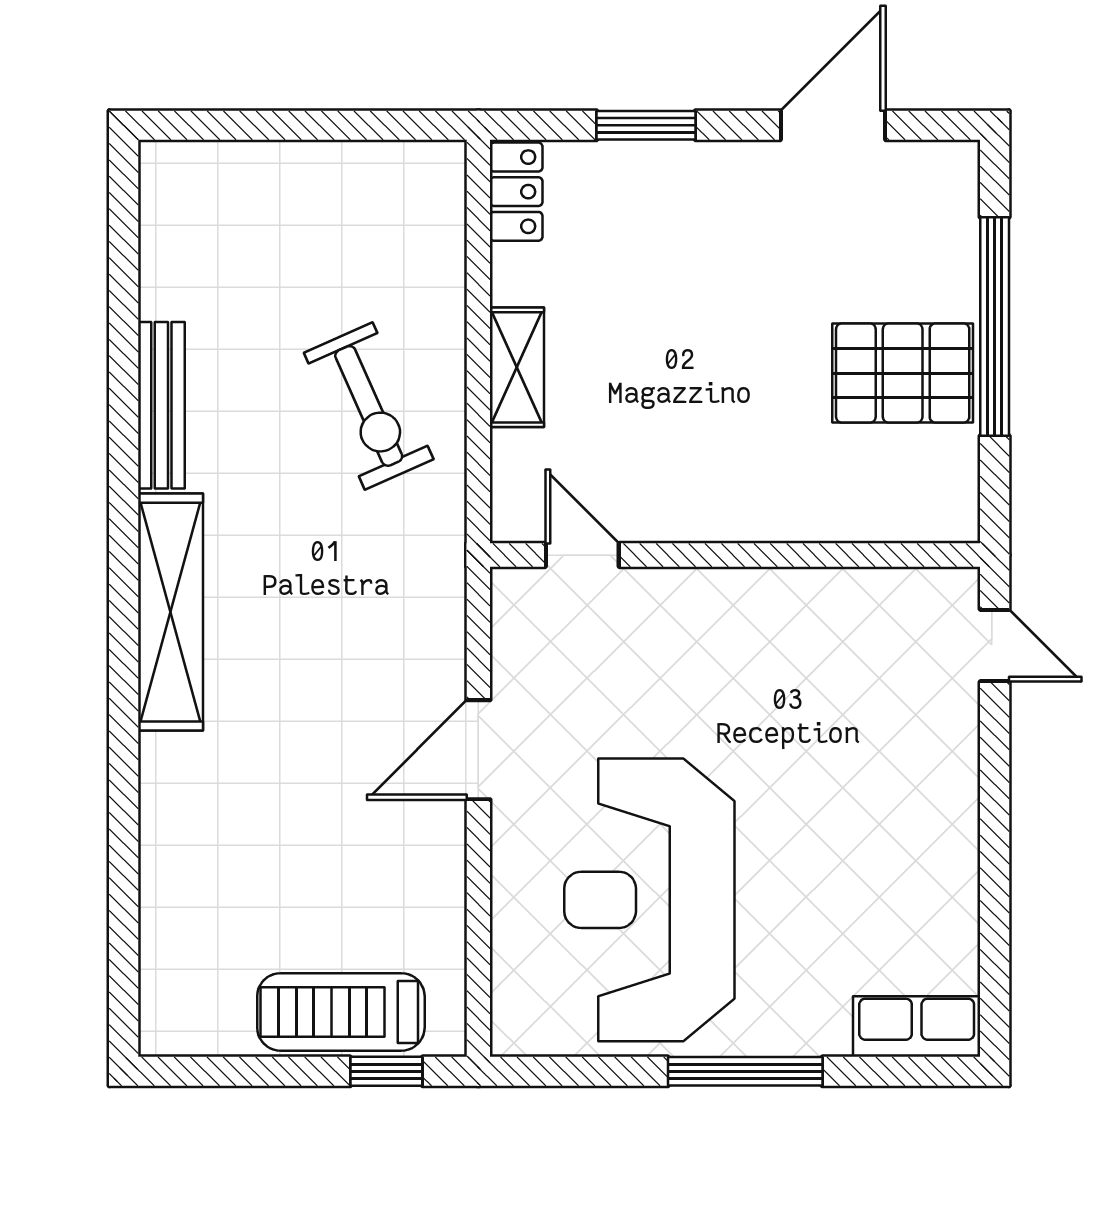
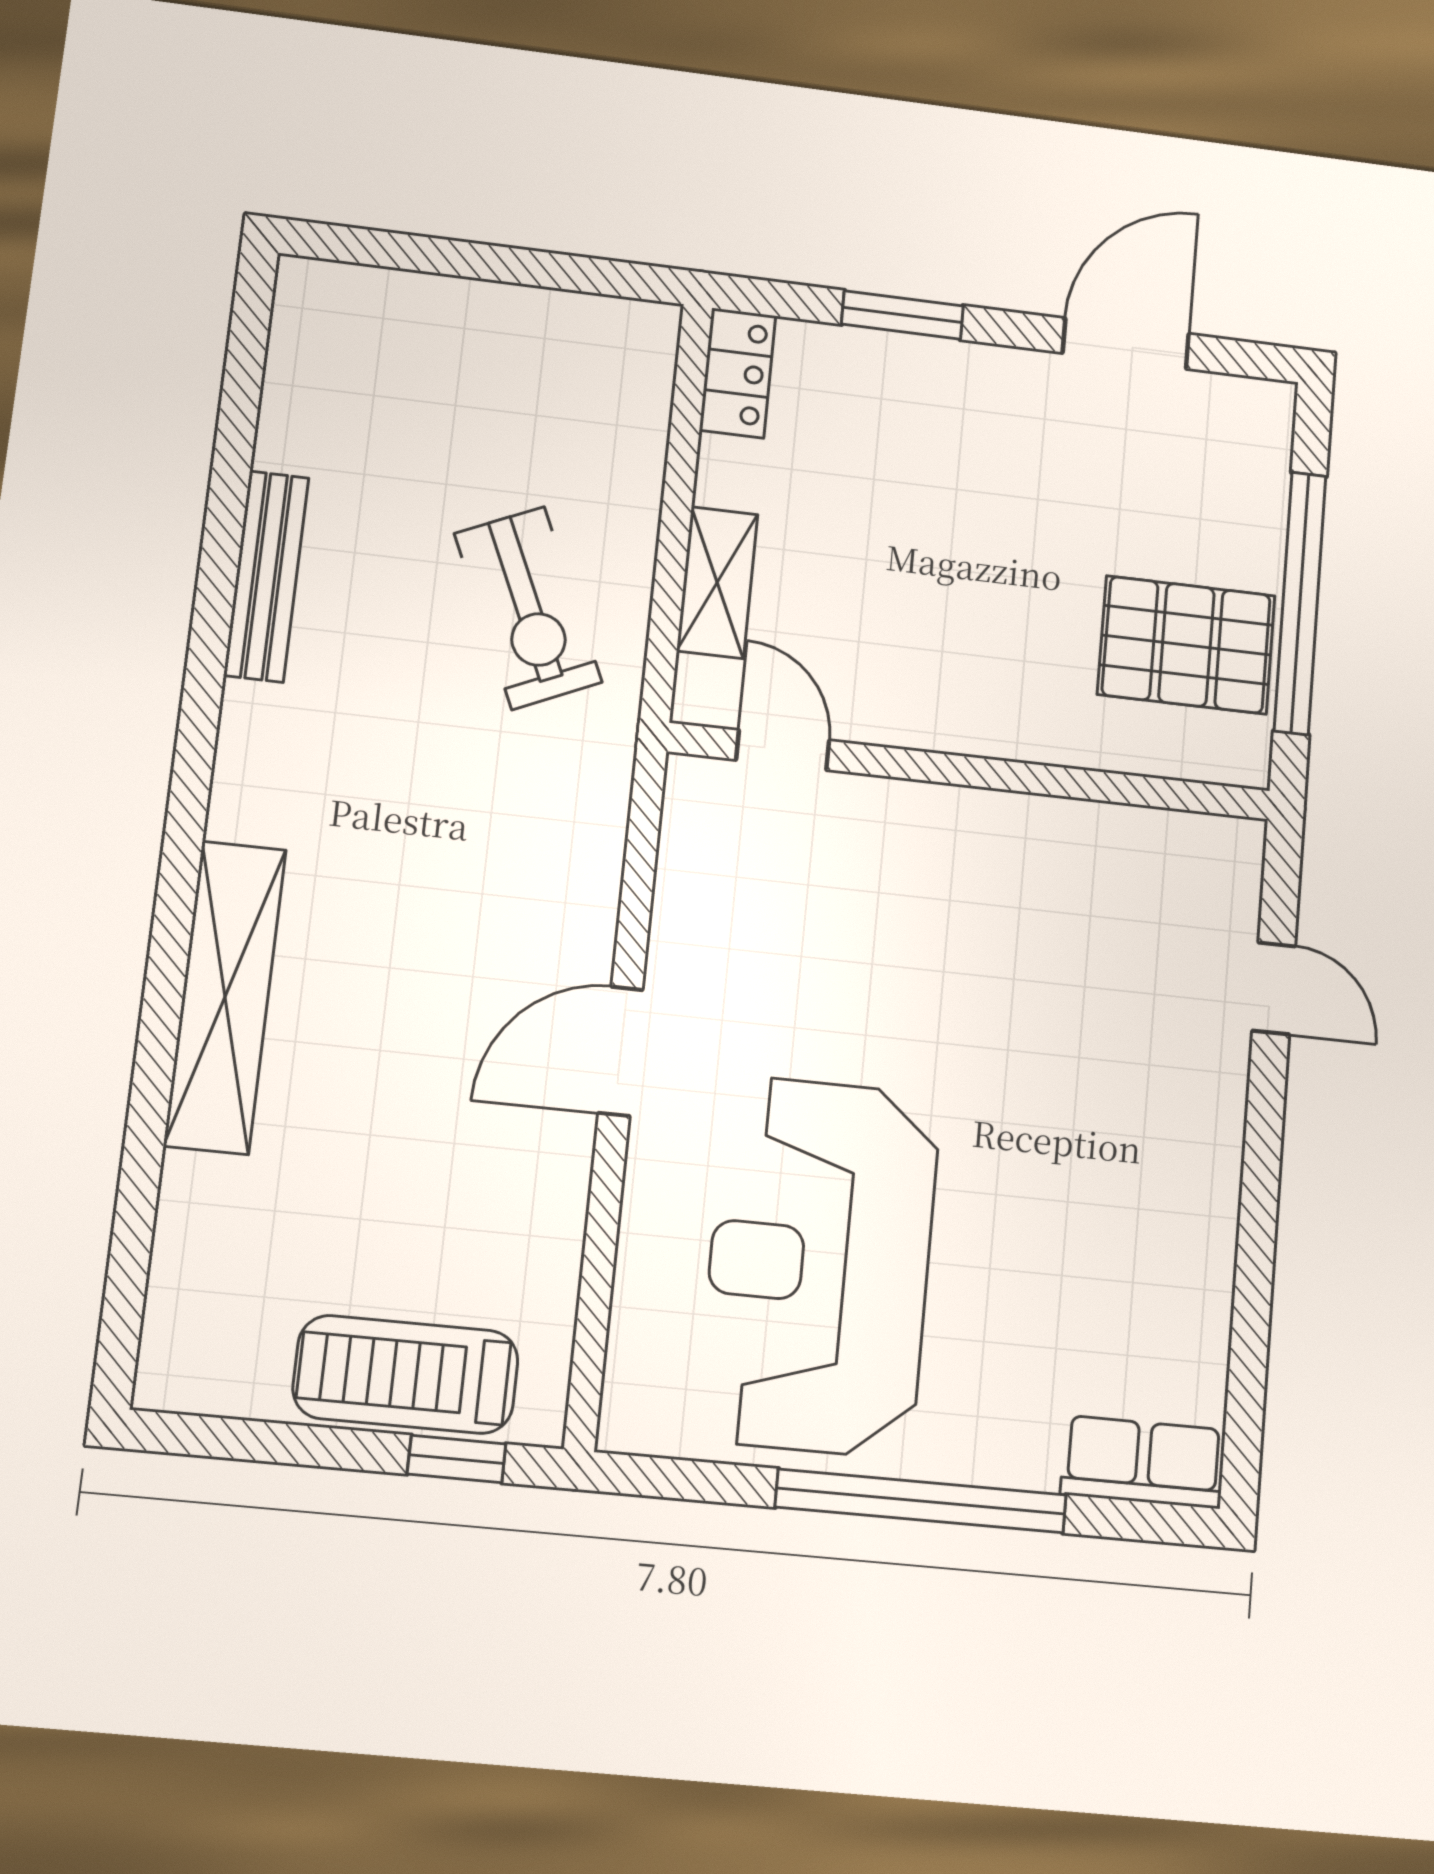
door: (582, 555) -> (783, 750), moved
wall: (735, 555) -> (971, 771), moved
shelving: (170, 612) -> (225, 997), moved
window: (745, 1071) -> (921, 1501), width x1.46

